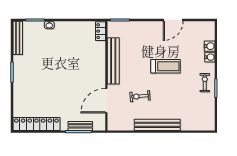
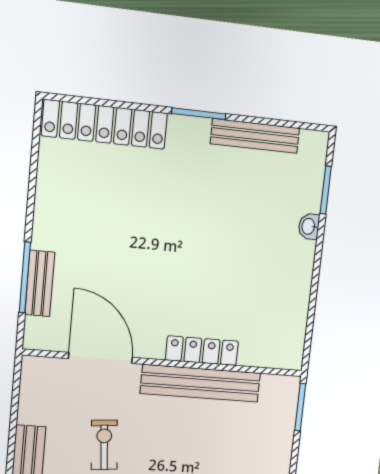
locker: (101, 31) -> (202, 351), moved, width x1.53
bench: (18, 38) -> (255, 136), moved
locker: (36, 124) -> (105, 124), moved, turned 90

